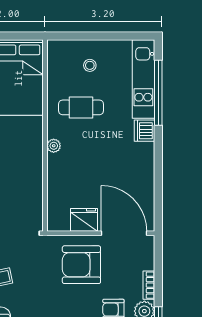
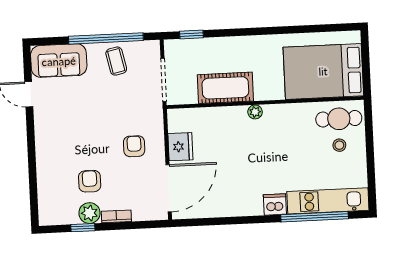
cafe table: (81, 107) -> (339, 119), moved, turned 90
cot: (29, 173) -> (225, 88), added
armchair: (81, 265) -> (134, 146), width x0.53, depth x0.53

